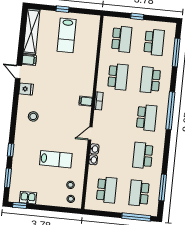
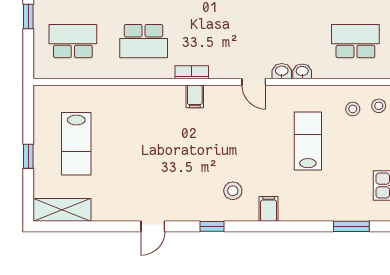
shelving: (31, 31) -> (62, 210), width x0.68
lab bench: (67, 35) -> (76, 144), turned 90
filing cabinet: (29, 60) -> (269, 209), moved
school desk: (118, 77) -> (144, 41), turned 180
fridge: (26, 89) -> (183, 209), removed
window: (11, 150) -> (212, 226), moved

